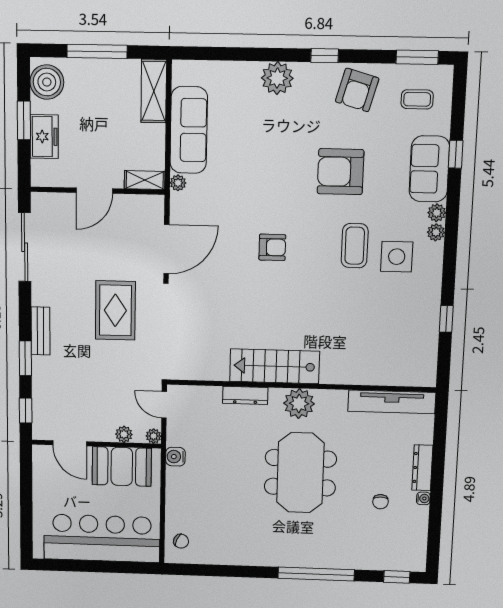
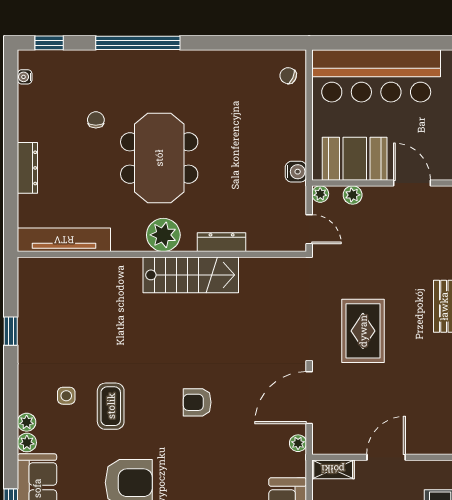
plant: (178, 183) -> (298, 443), moved
side table: (397, 257) -> (66, 396), width x0.54, depth x0.54
water cooler: (423, 498) -> (25, 77), moved
chair: (381, 502) -> (96, 120), moved

